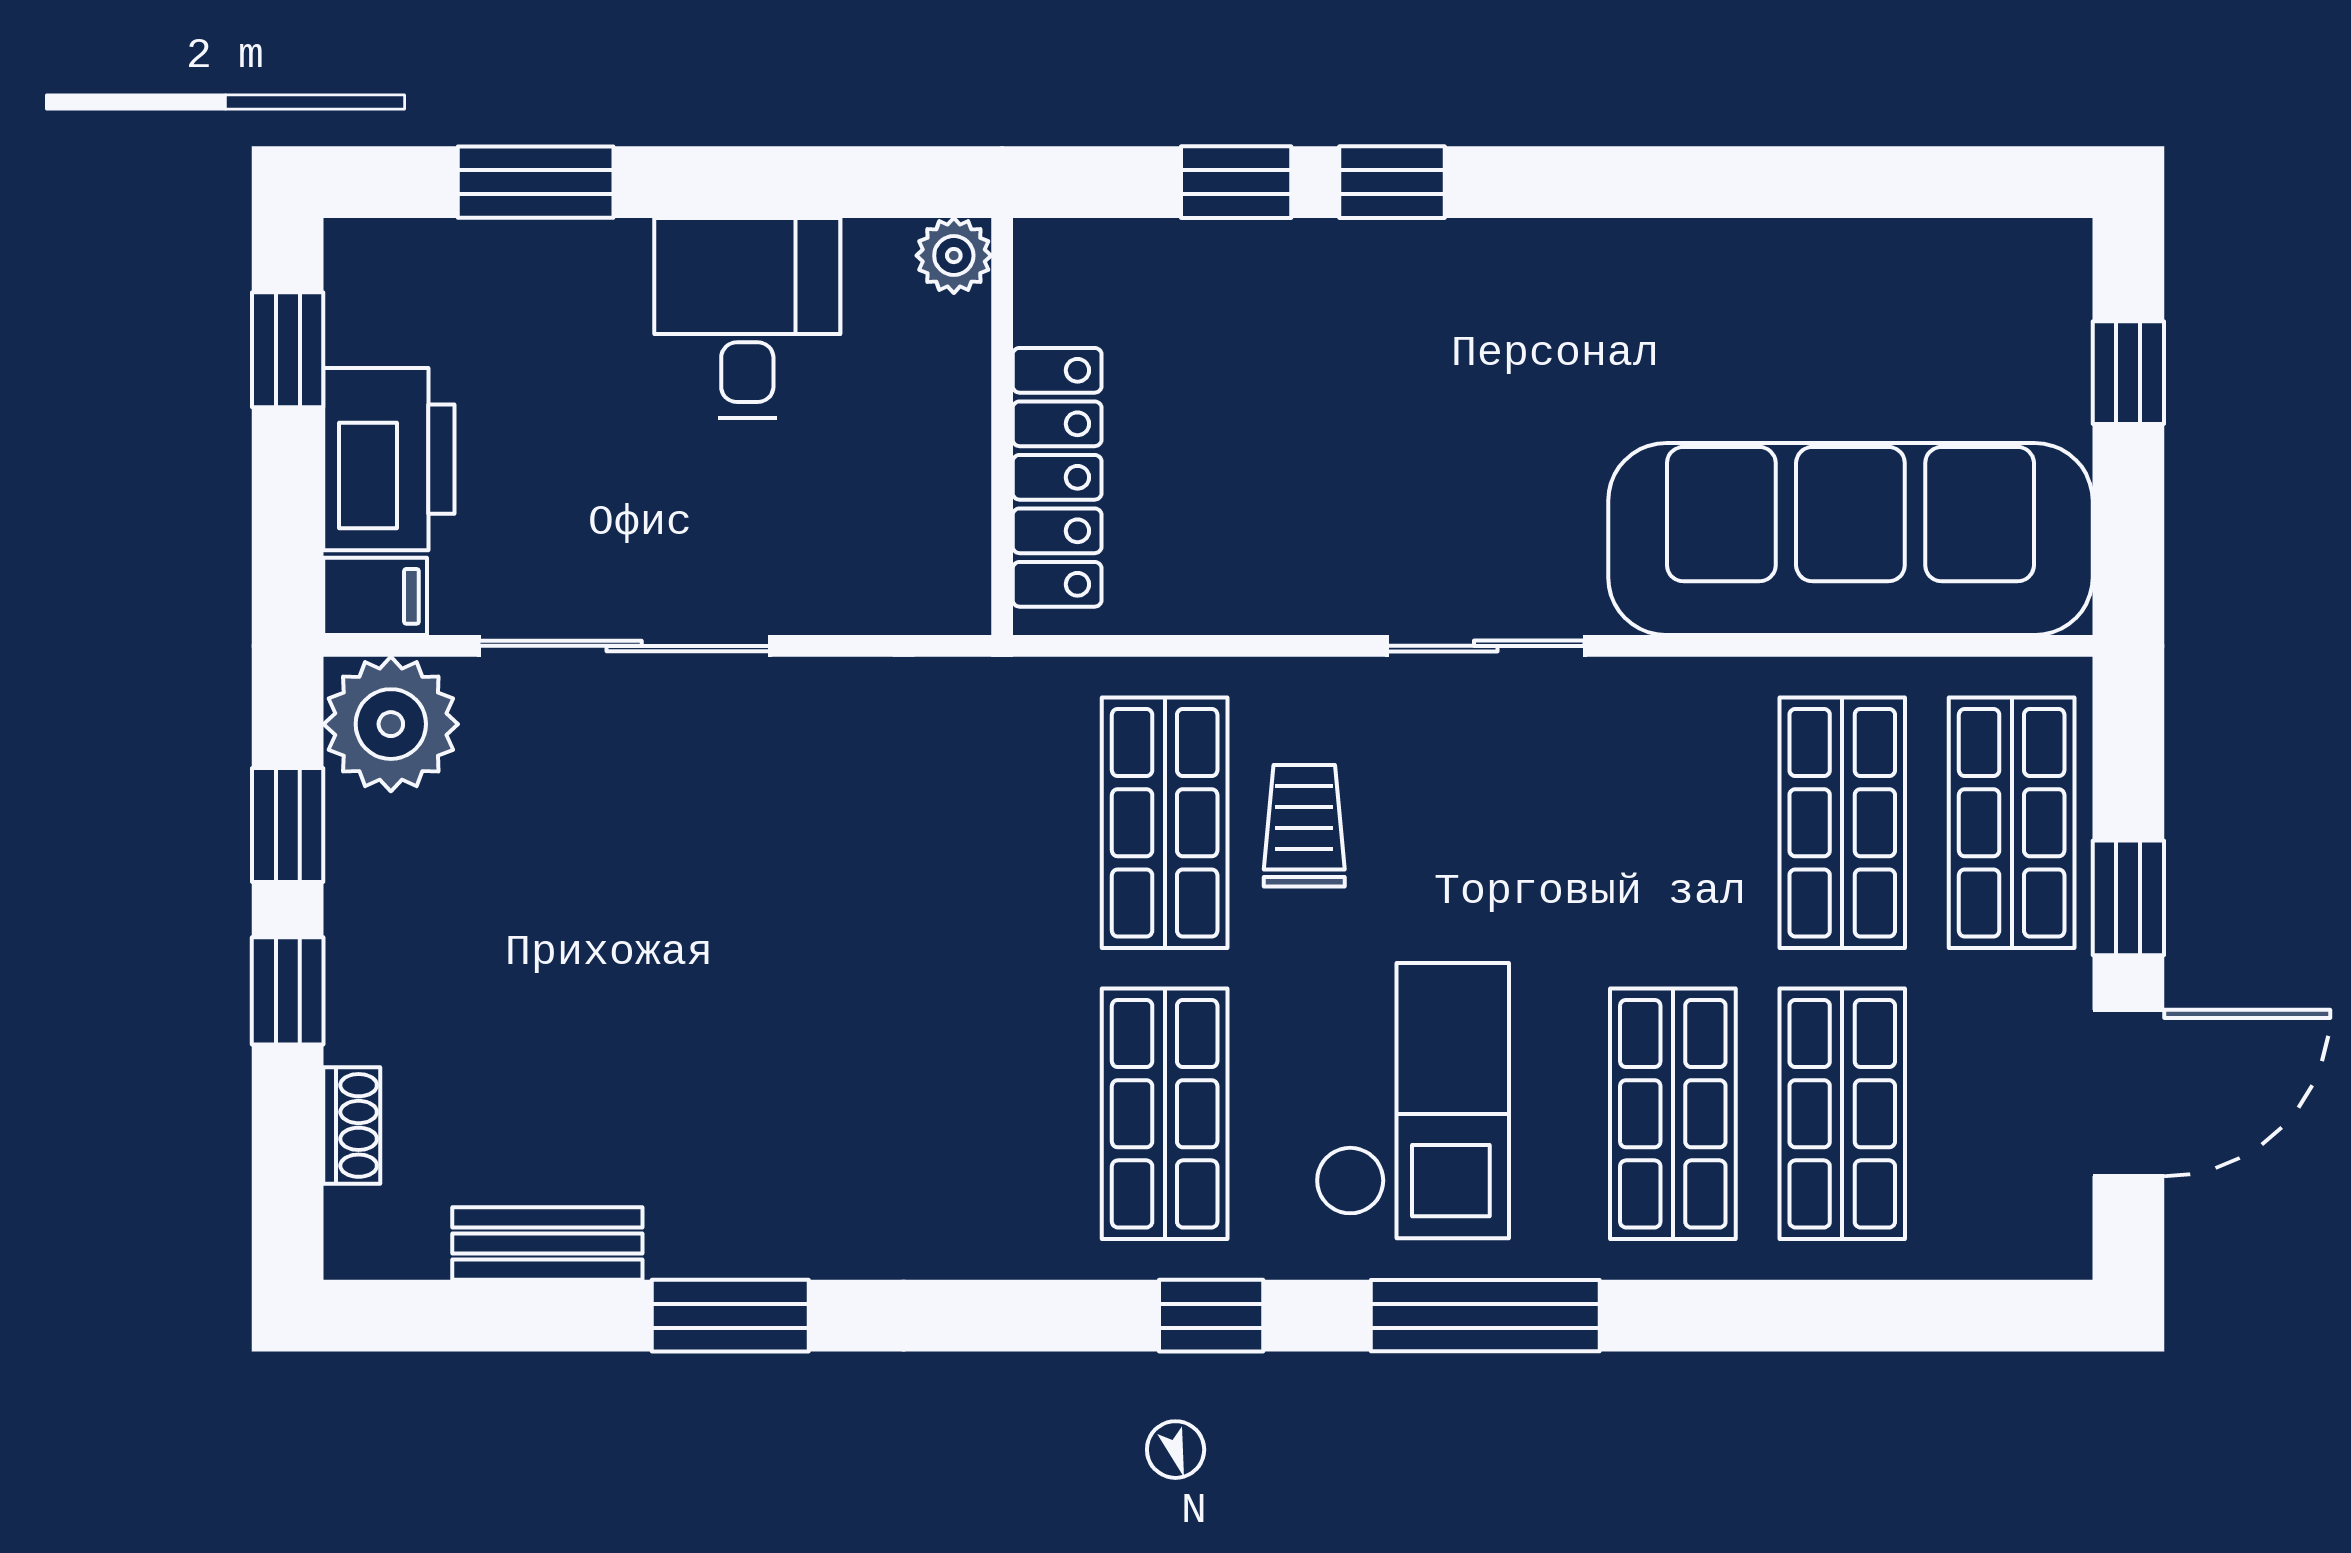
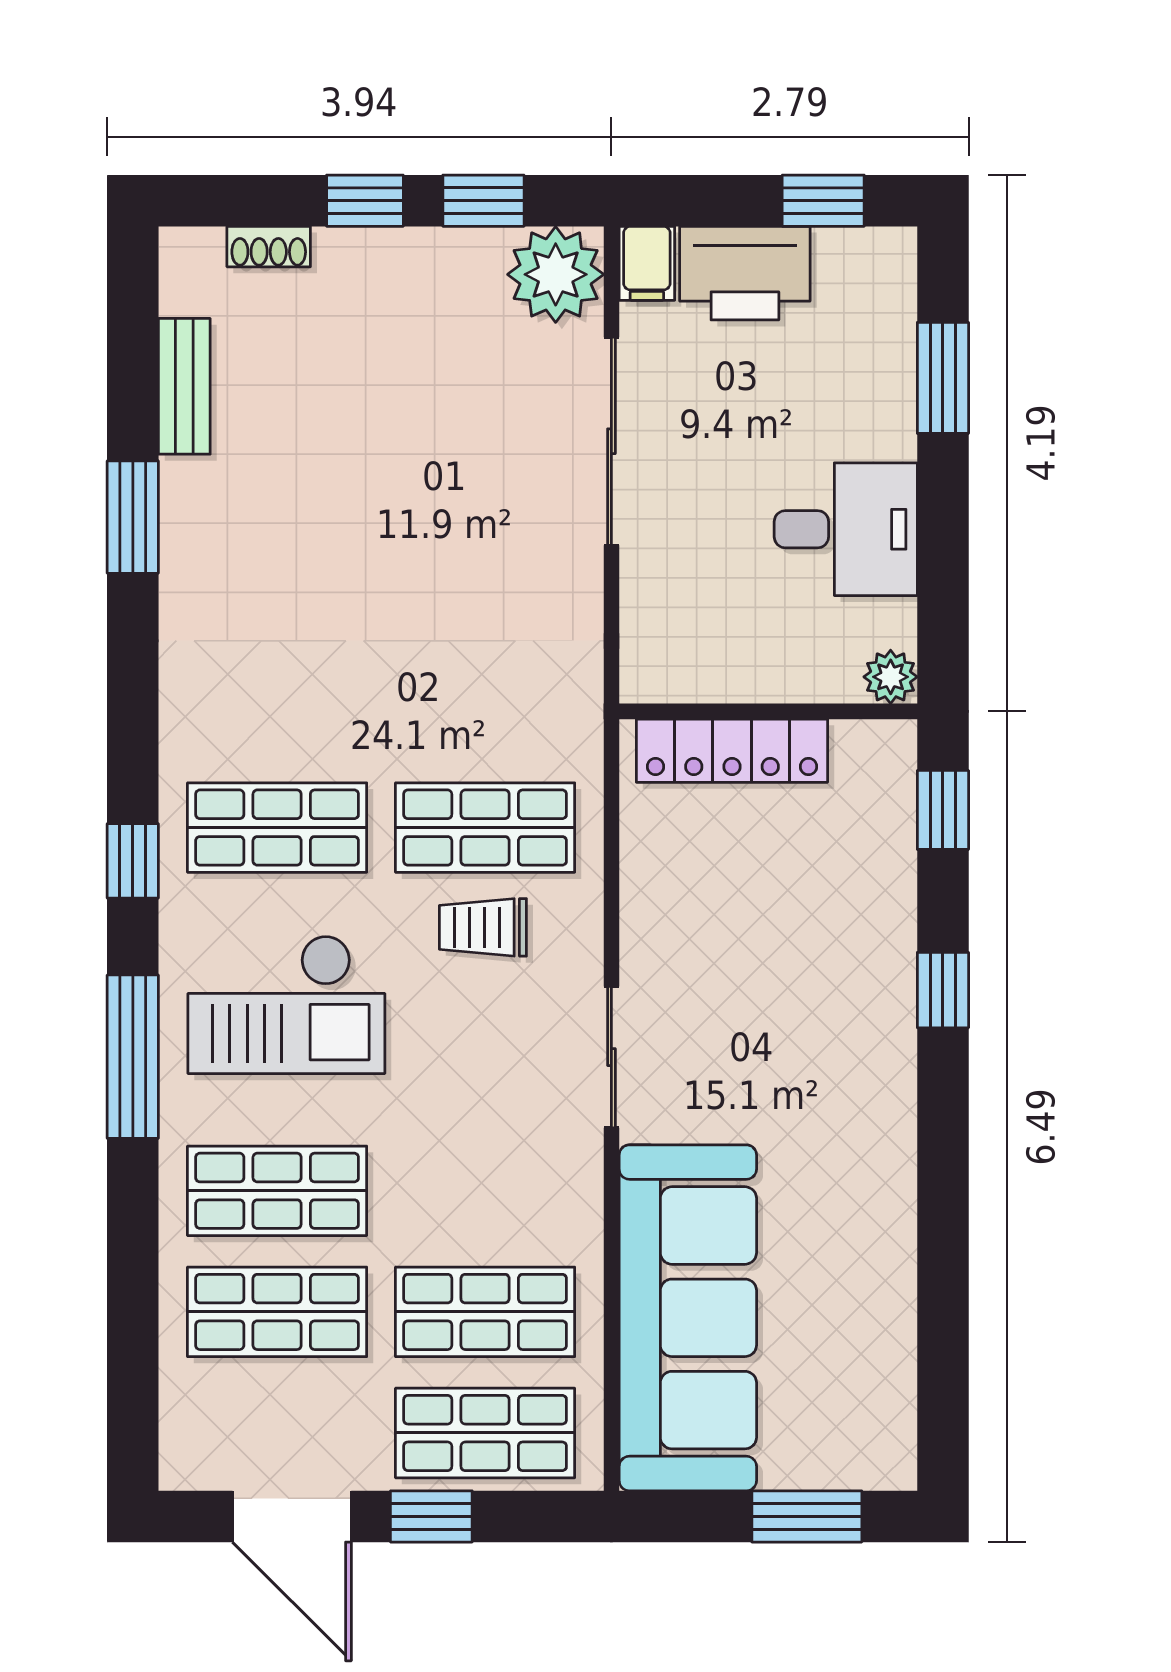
window: (1236, 182) -> (943, 810), moved
window: (2128, 373) -> (807, 1516), width x1.50
trolley: (1304, 826) -> (483, 927), turned 180

